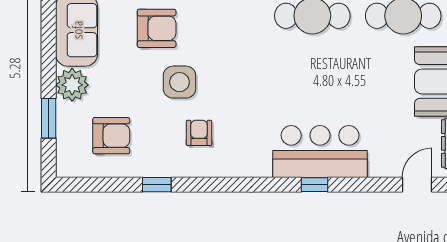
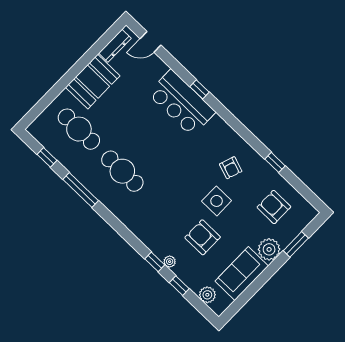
armchair: (199, 133) -> (231, 168), turned -71

